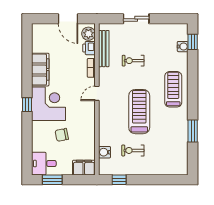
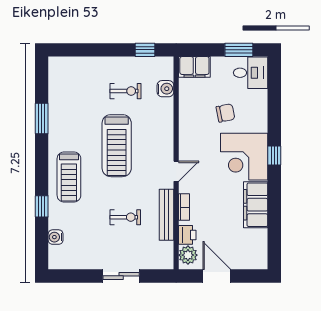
window: (193, 42) -> (42, 206), moved
bench: (104, 49) -> (166, 215), moved

